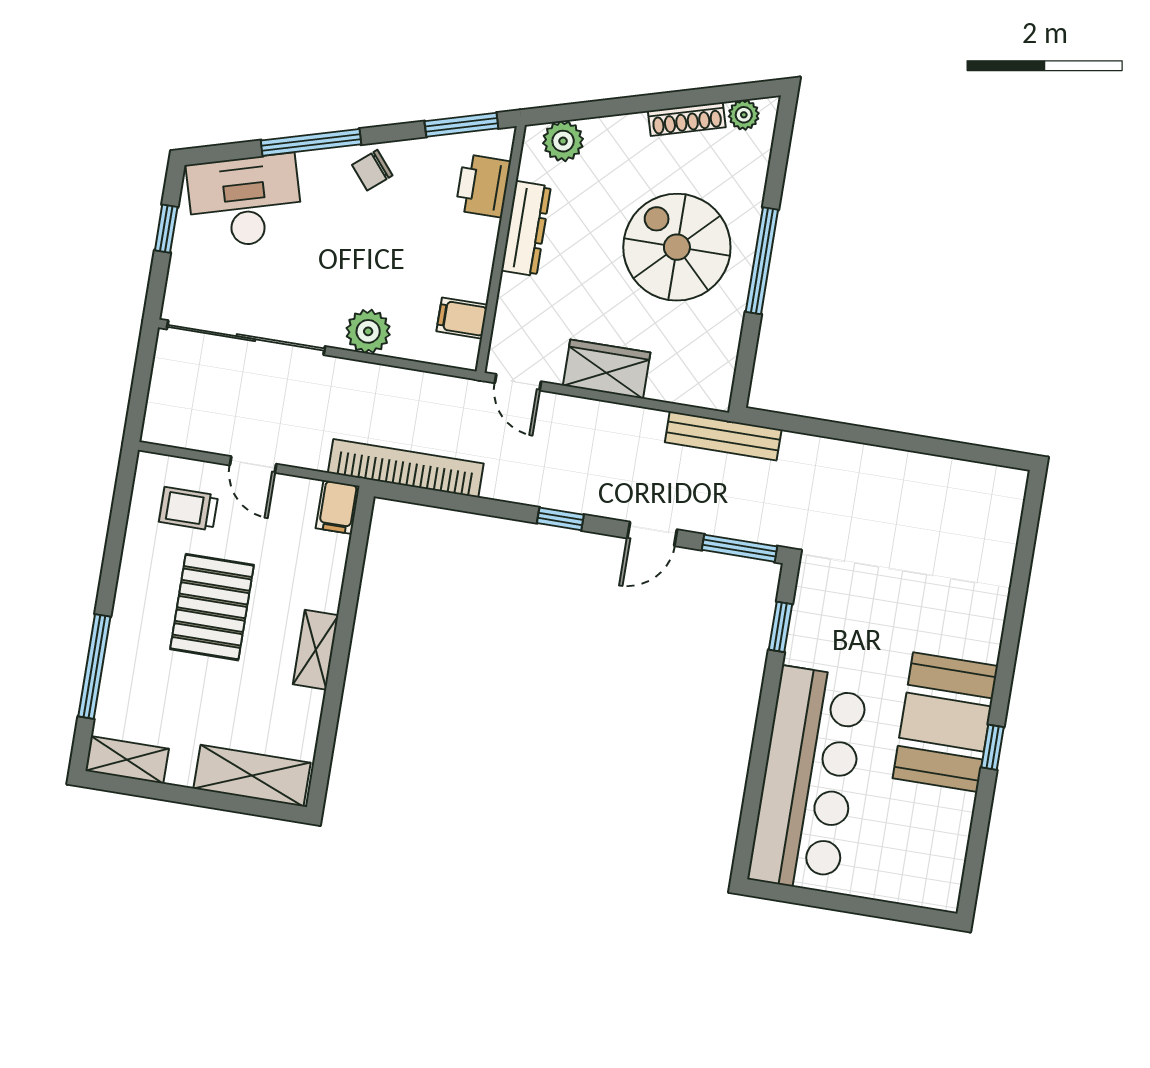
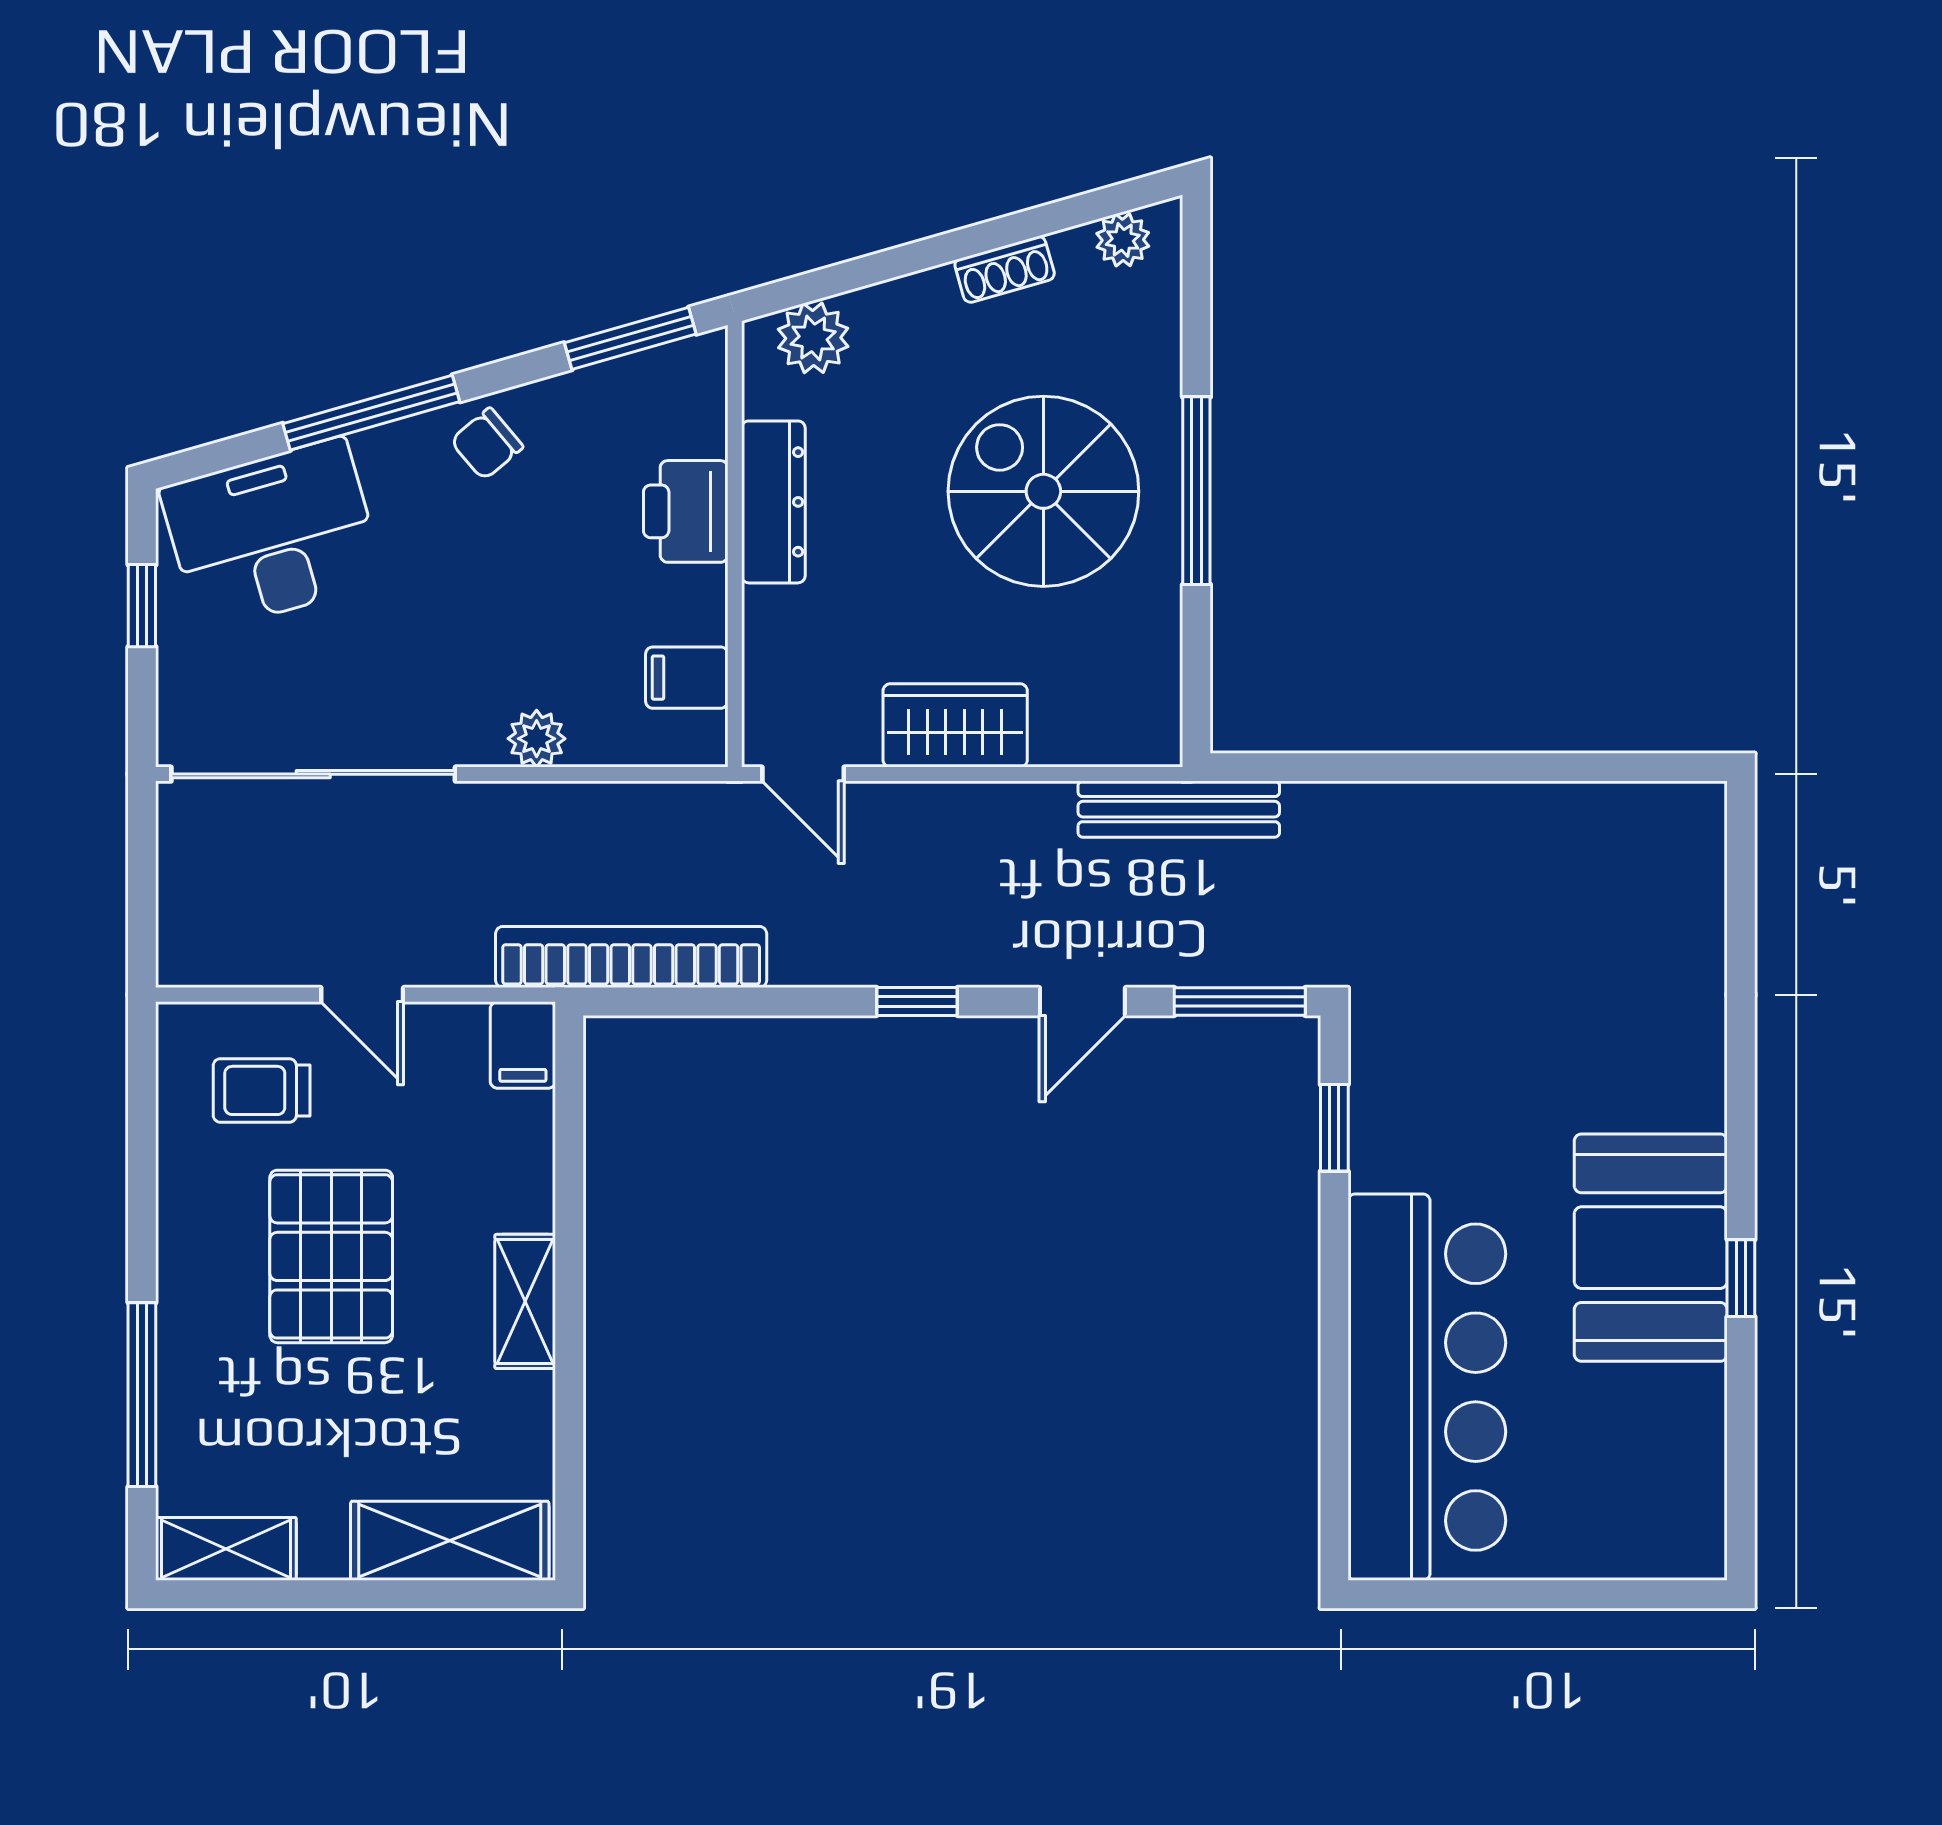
shoe rack: (687, 119) -> (1005, 269), width x0.70
printer: (483, 186) -> (686, 511), moved
plant: (368, 331) -> (537, 739), width x0.73, depth x0.73

